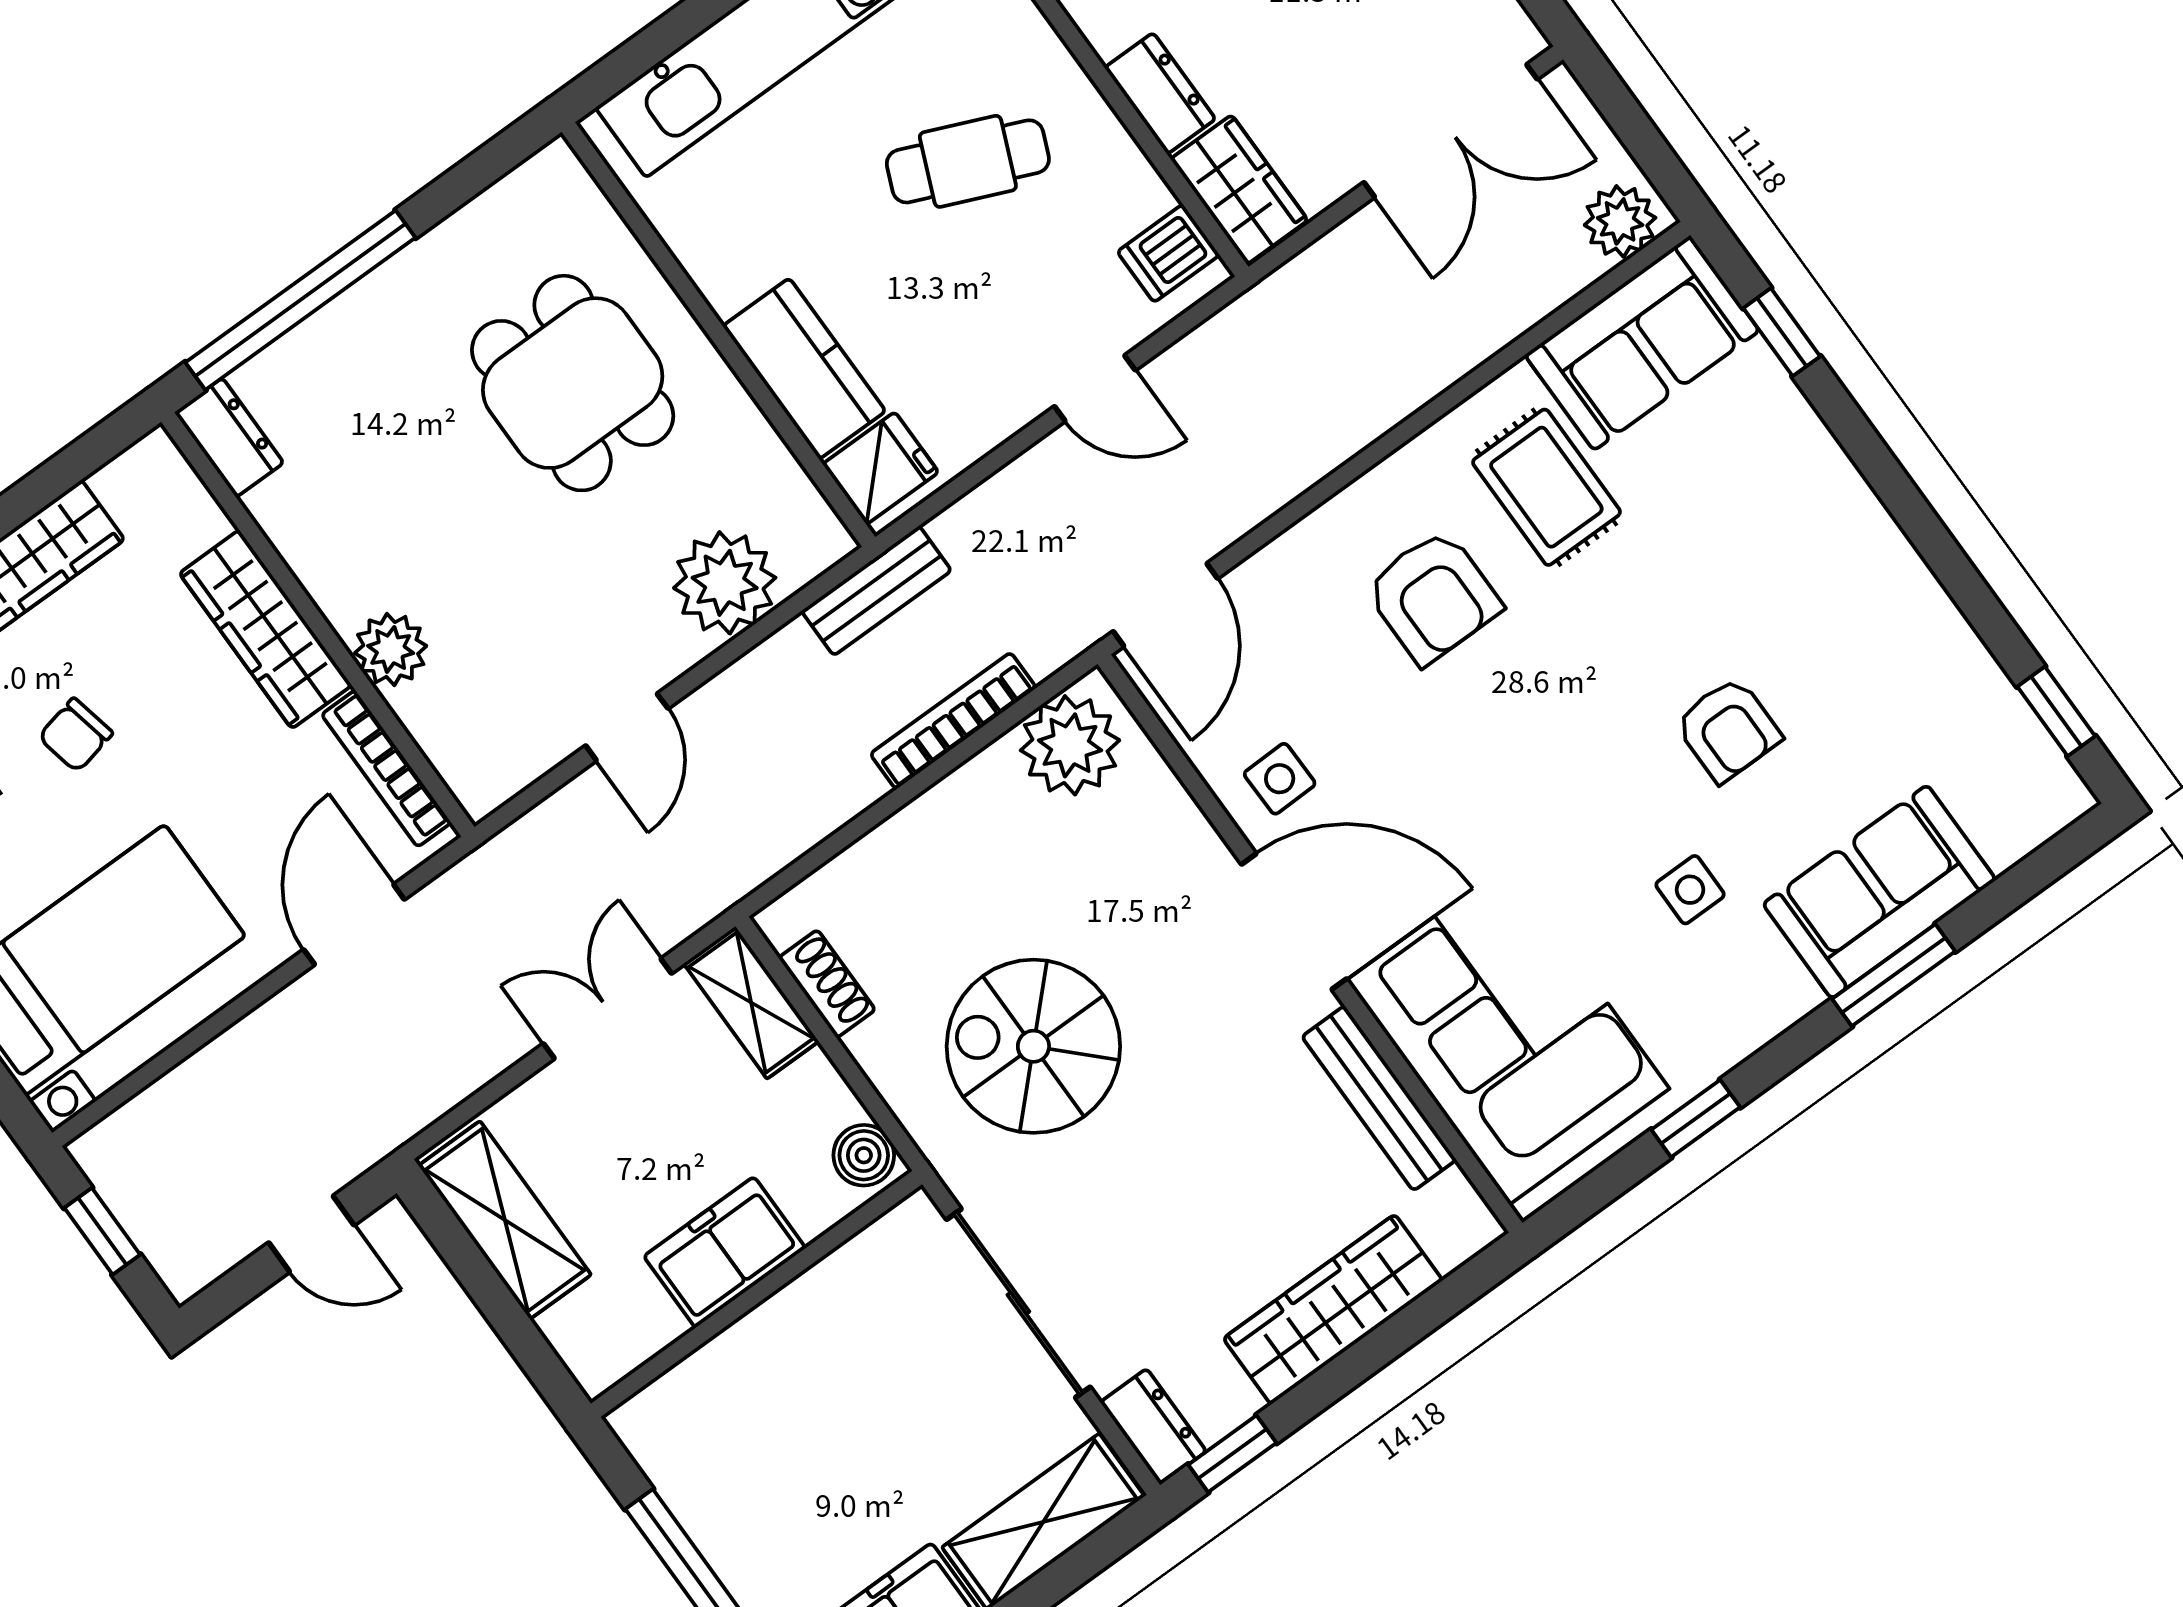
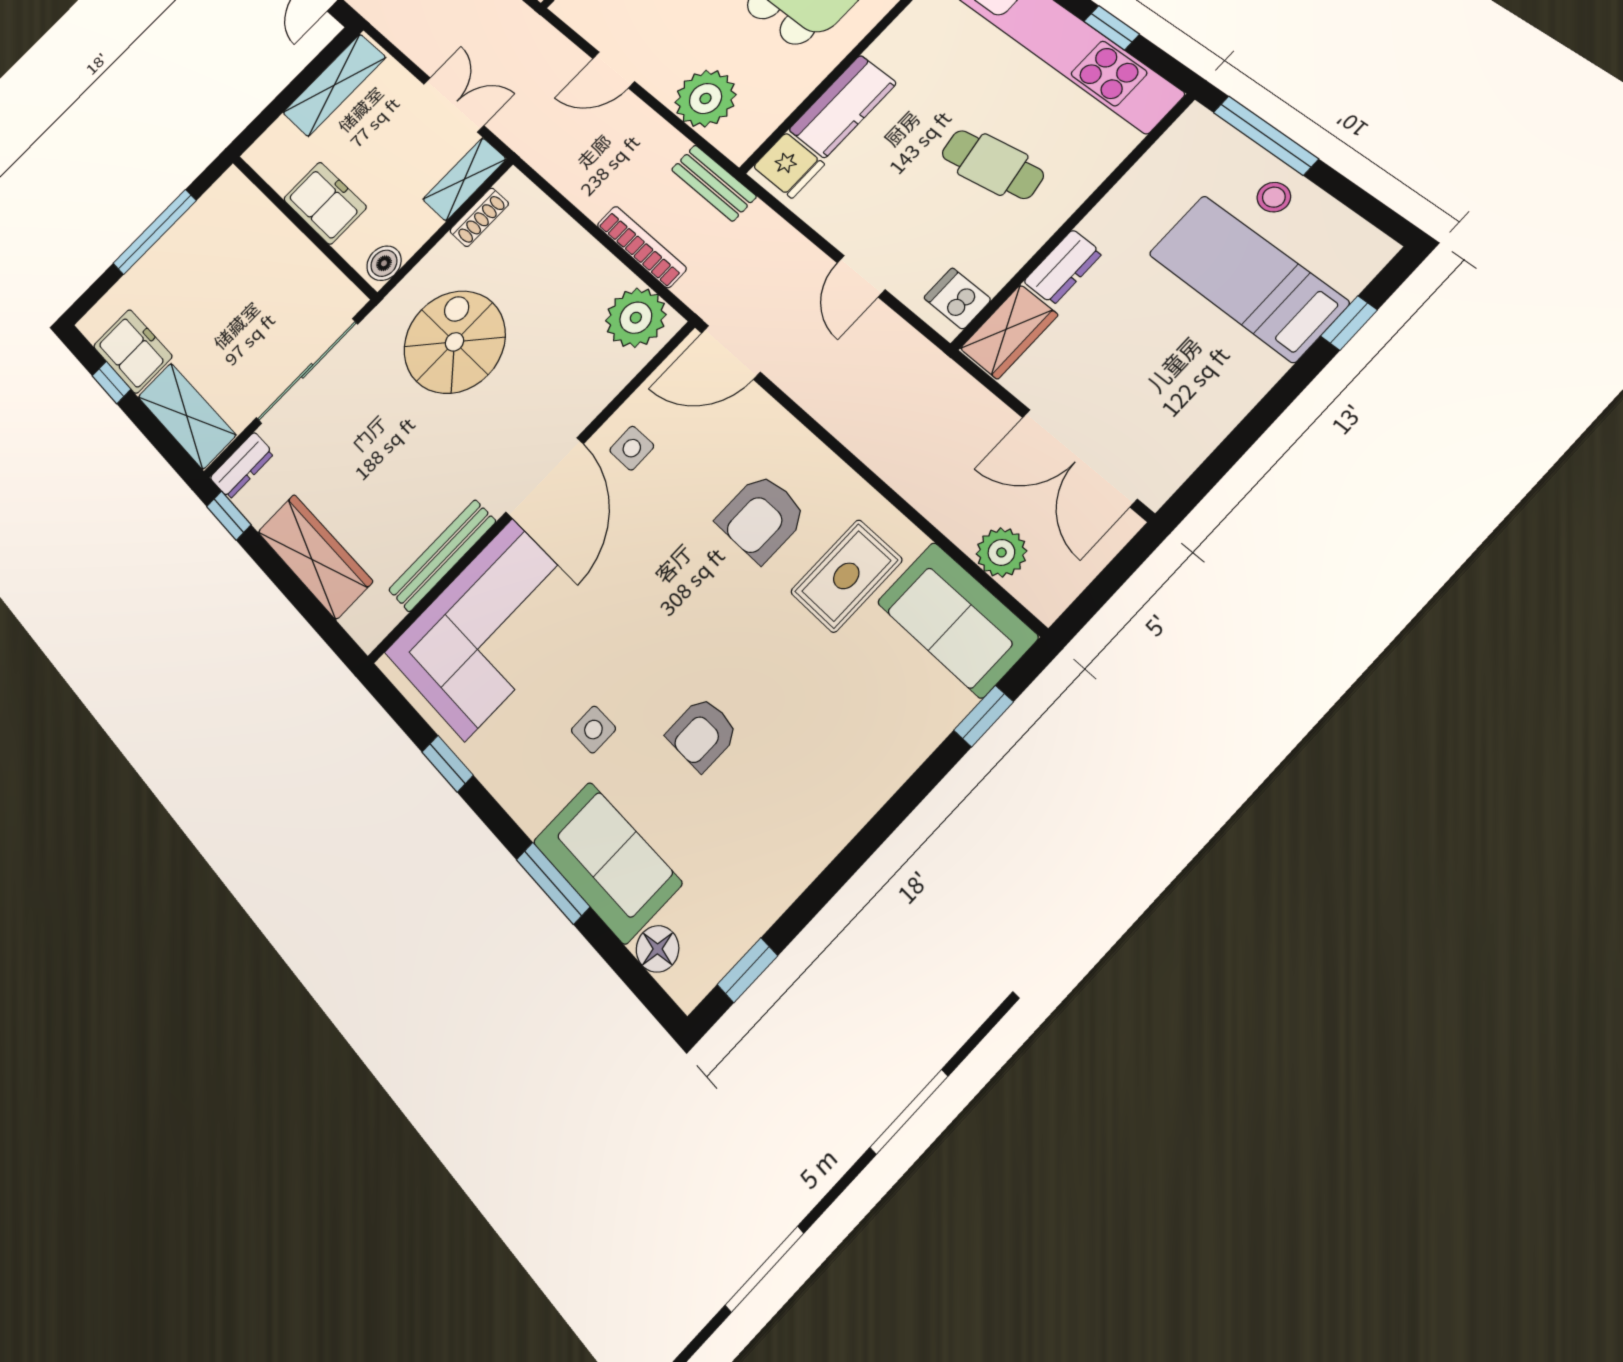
cafe table: (968, 161) -> (993, 164), turned -33
plant: (1620, 221) -> (1001, 552), moved
floor lamp: (2008, 834) -> (658, 949), added

